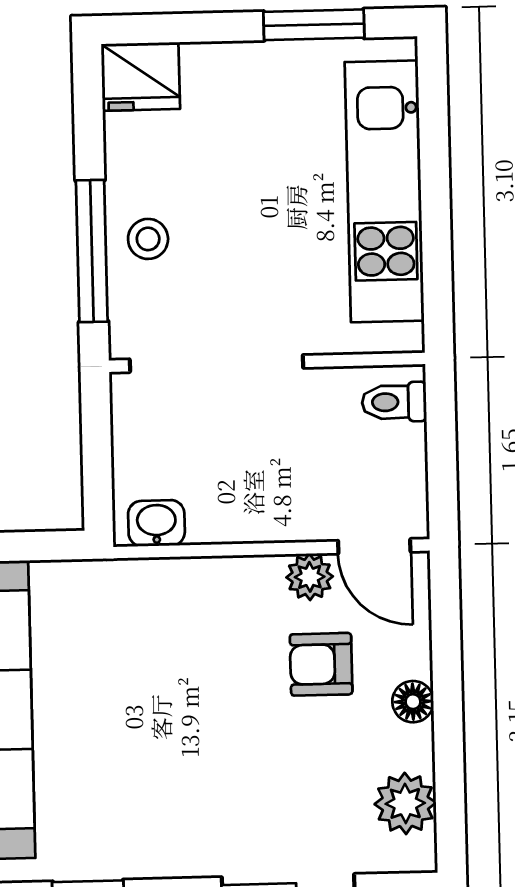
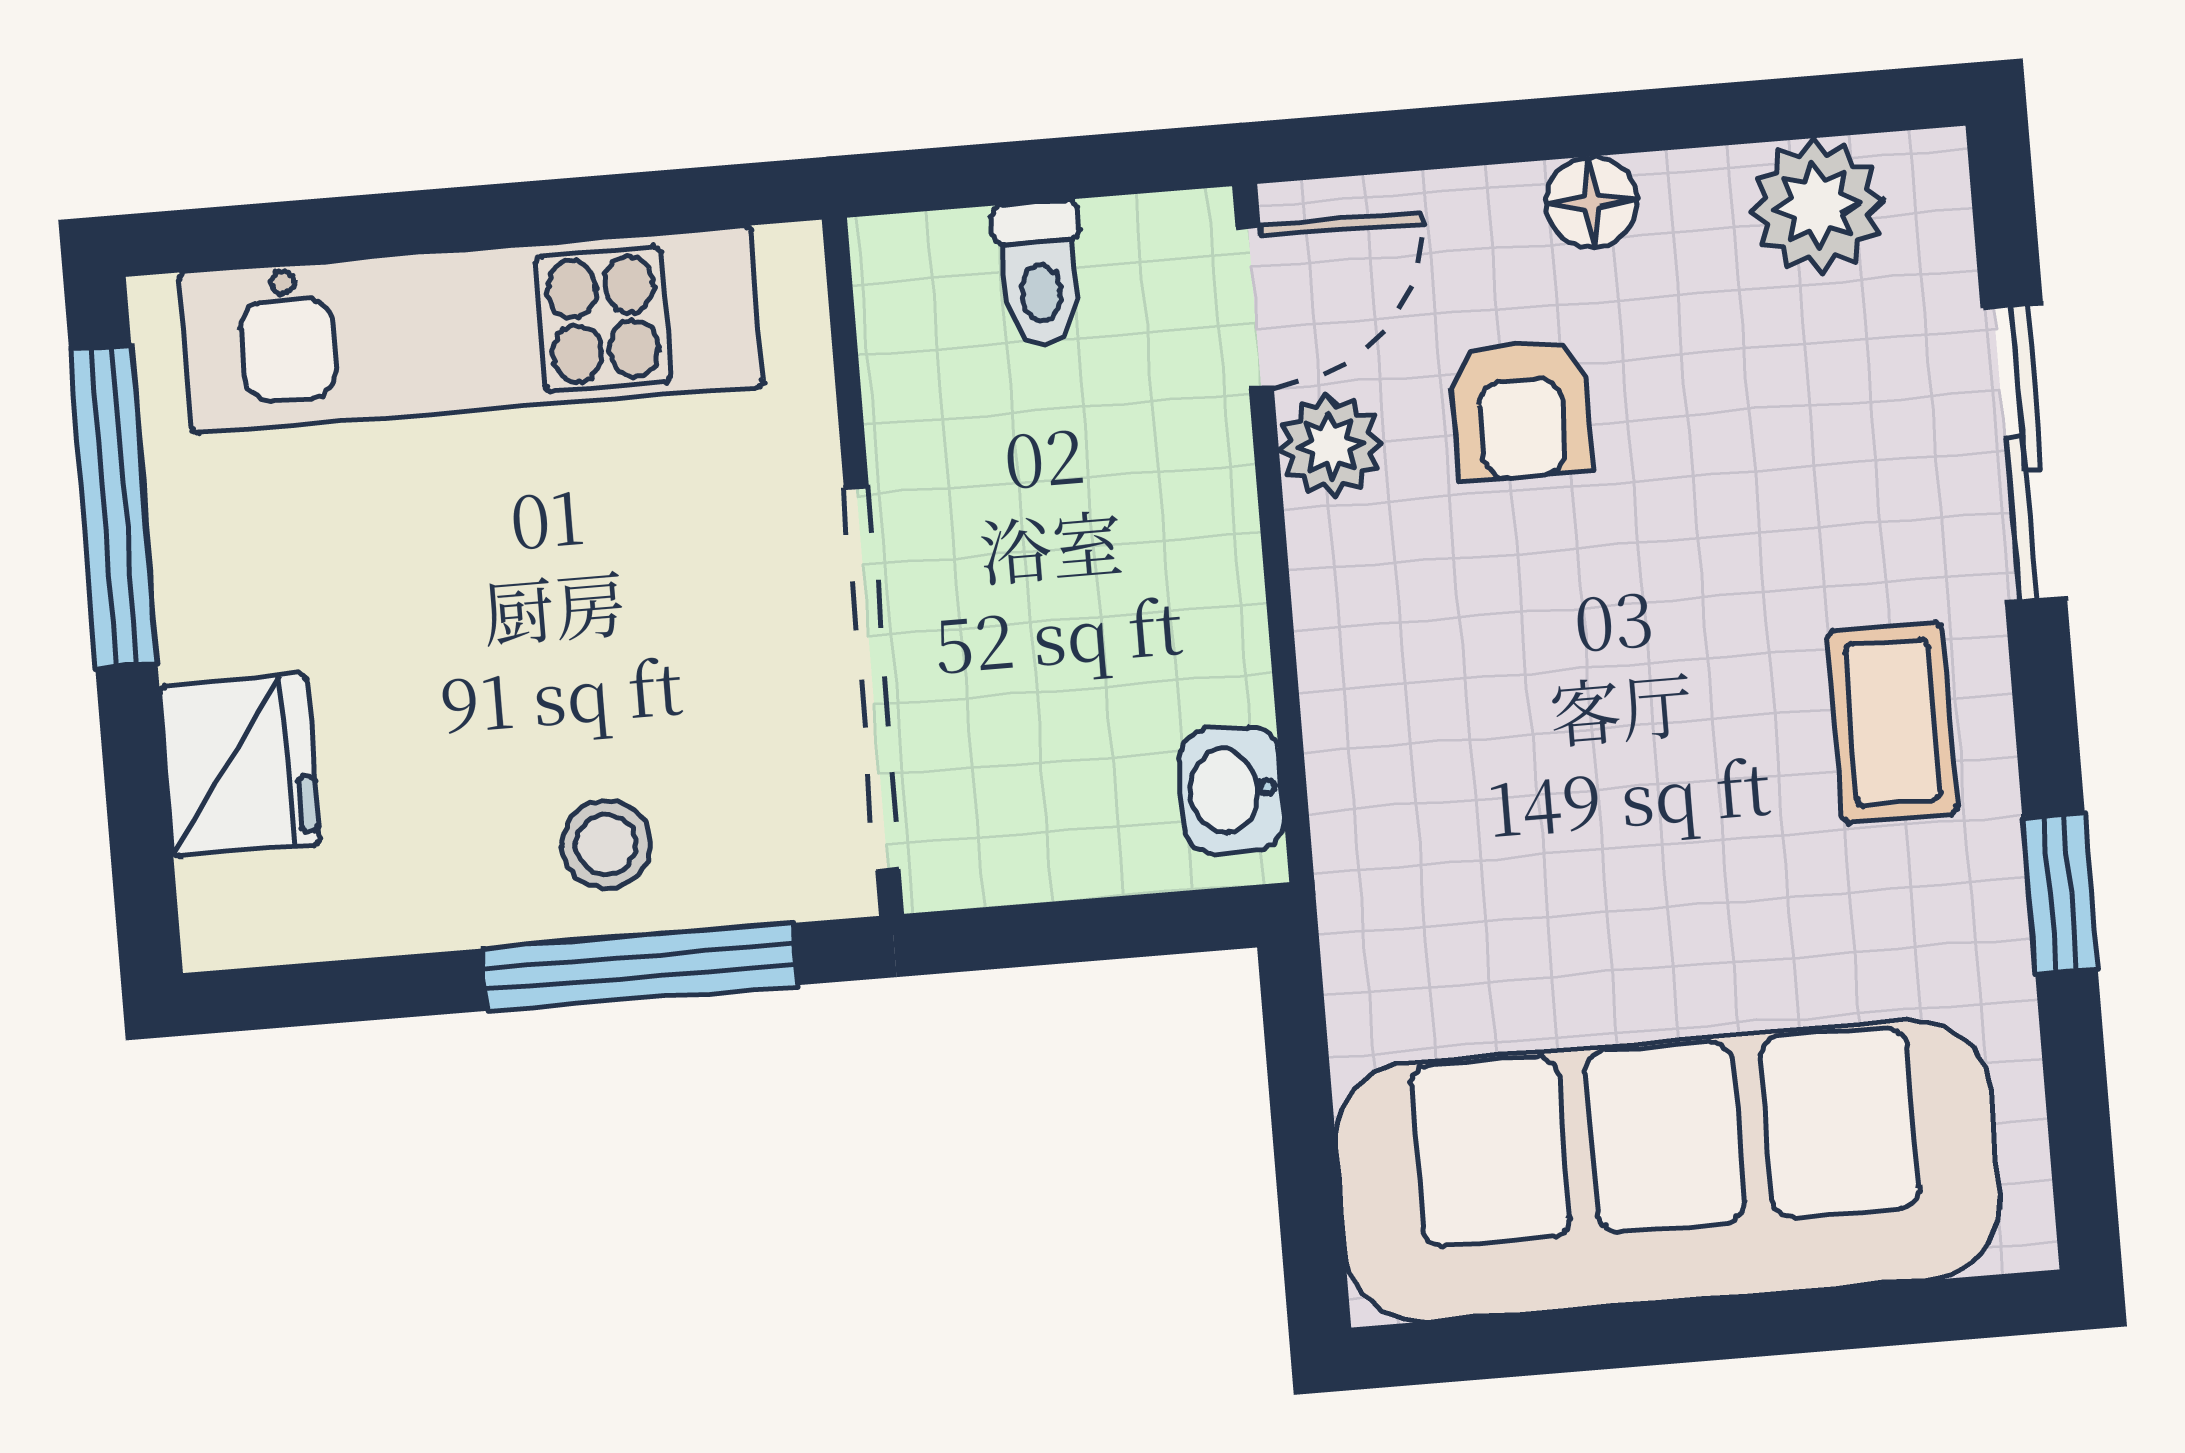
window: (314, 25) -> (113, 506), width x1.44
fridge: (140, 77) -> (240, 765), moved
toilet: (394, 402) -> (1040, 273), moved
coffee table: (170, 824) -> (1892, 723), added

